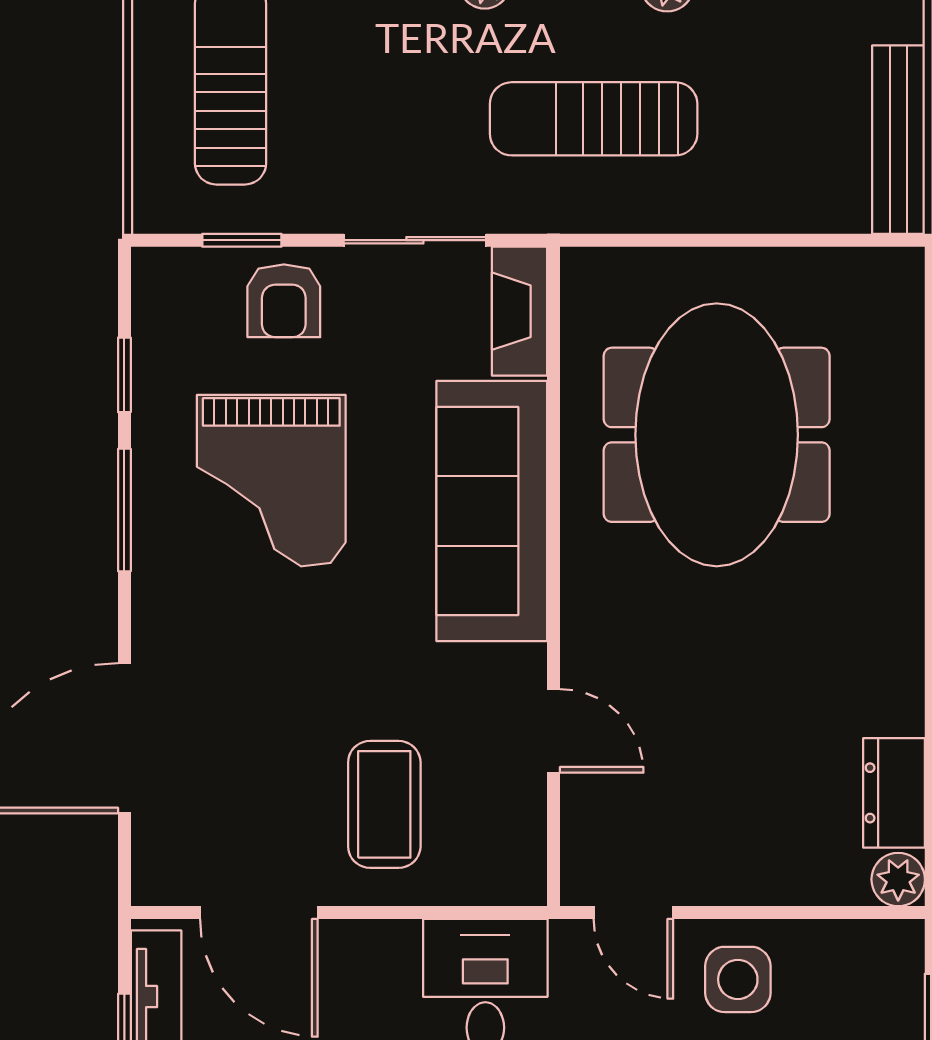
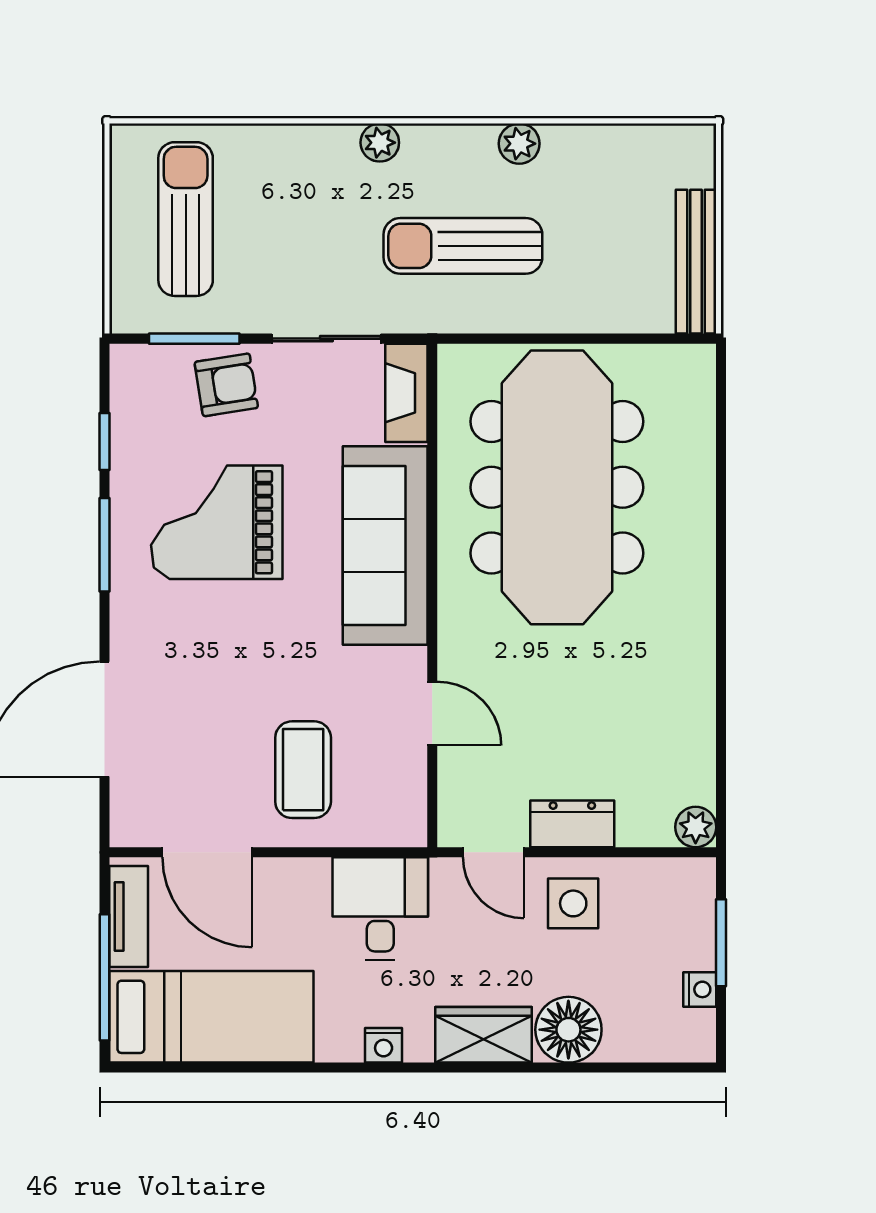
window: (242, 240) -> (194, 339), width x1.50
armchair: (284, 301) -> (226, 385), turned -99
meeting table: (717, 435) -> (557, 487), width x1.36
grand piano: (271, 481) -> (217, 522), turned 90
dresser: (894, 793) -> (572, 824), moved, turned 90

